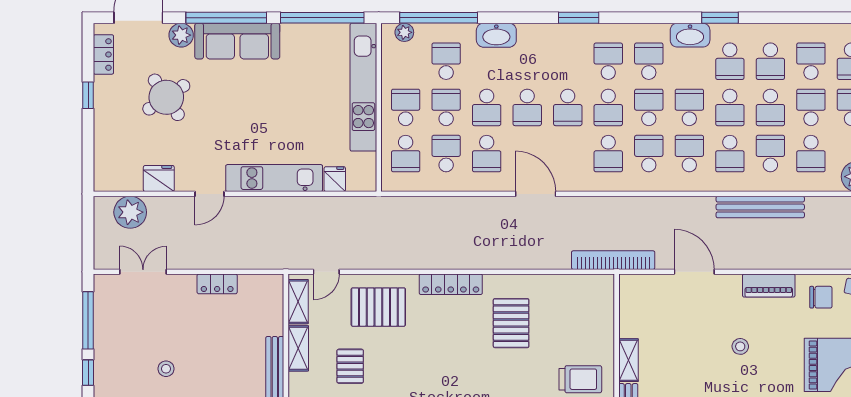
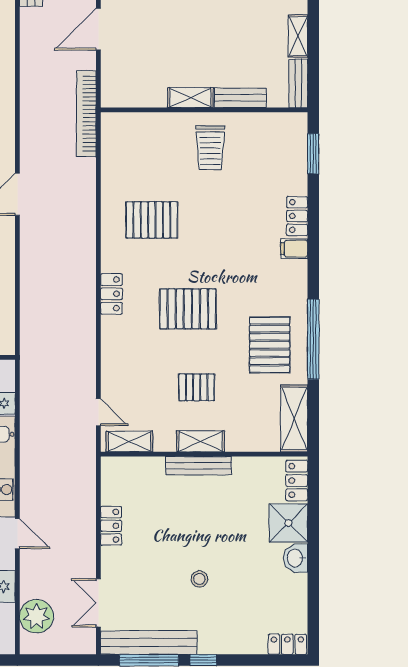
locker: (451, 284) -> (111, 294), width x0.66
pallet: (378, 307) -> (188, 309), moved, turned 90
bench: (105, 320) -> (149, 643), added
shelving: (298, 348) -> (201, 441), moved
trolley: (580, 379) -> (210, 148), turned 180

